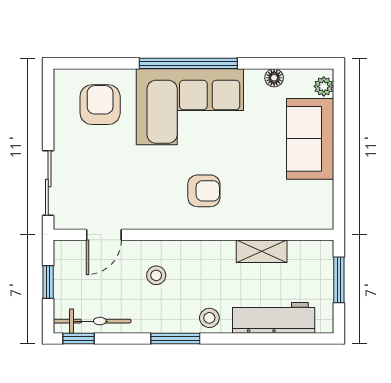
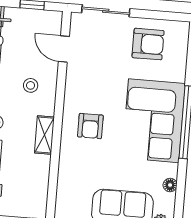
armchair: (100, 105) -> (148, 44), moved
shelving: (262, 251) -> (44, 135), moved

